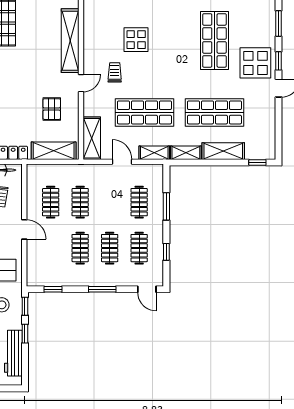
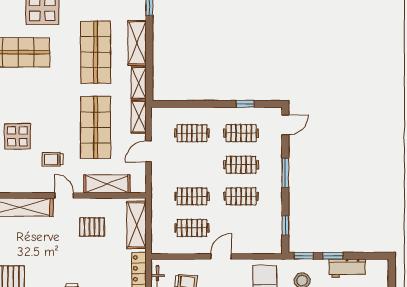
shelving: (92, 138) -> (107, 184), moved
window: (166, 206) -> (196, 104), removed
workbench: (13, 353) -> (347, 268), width x0.73

